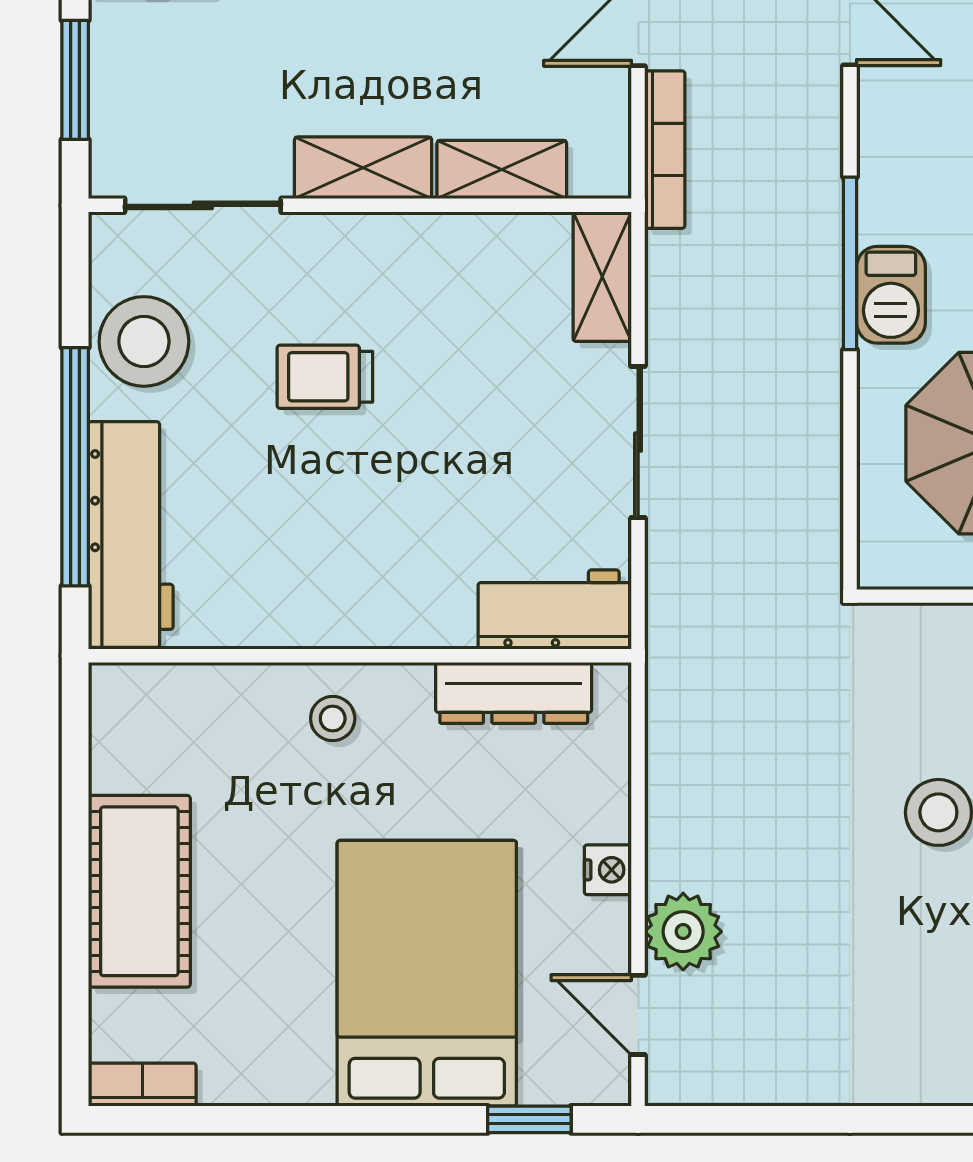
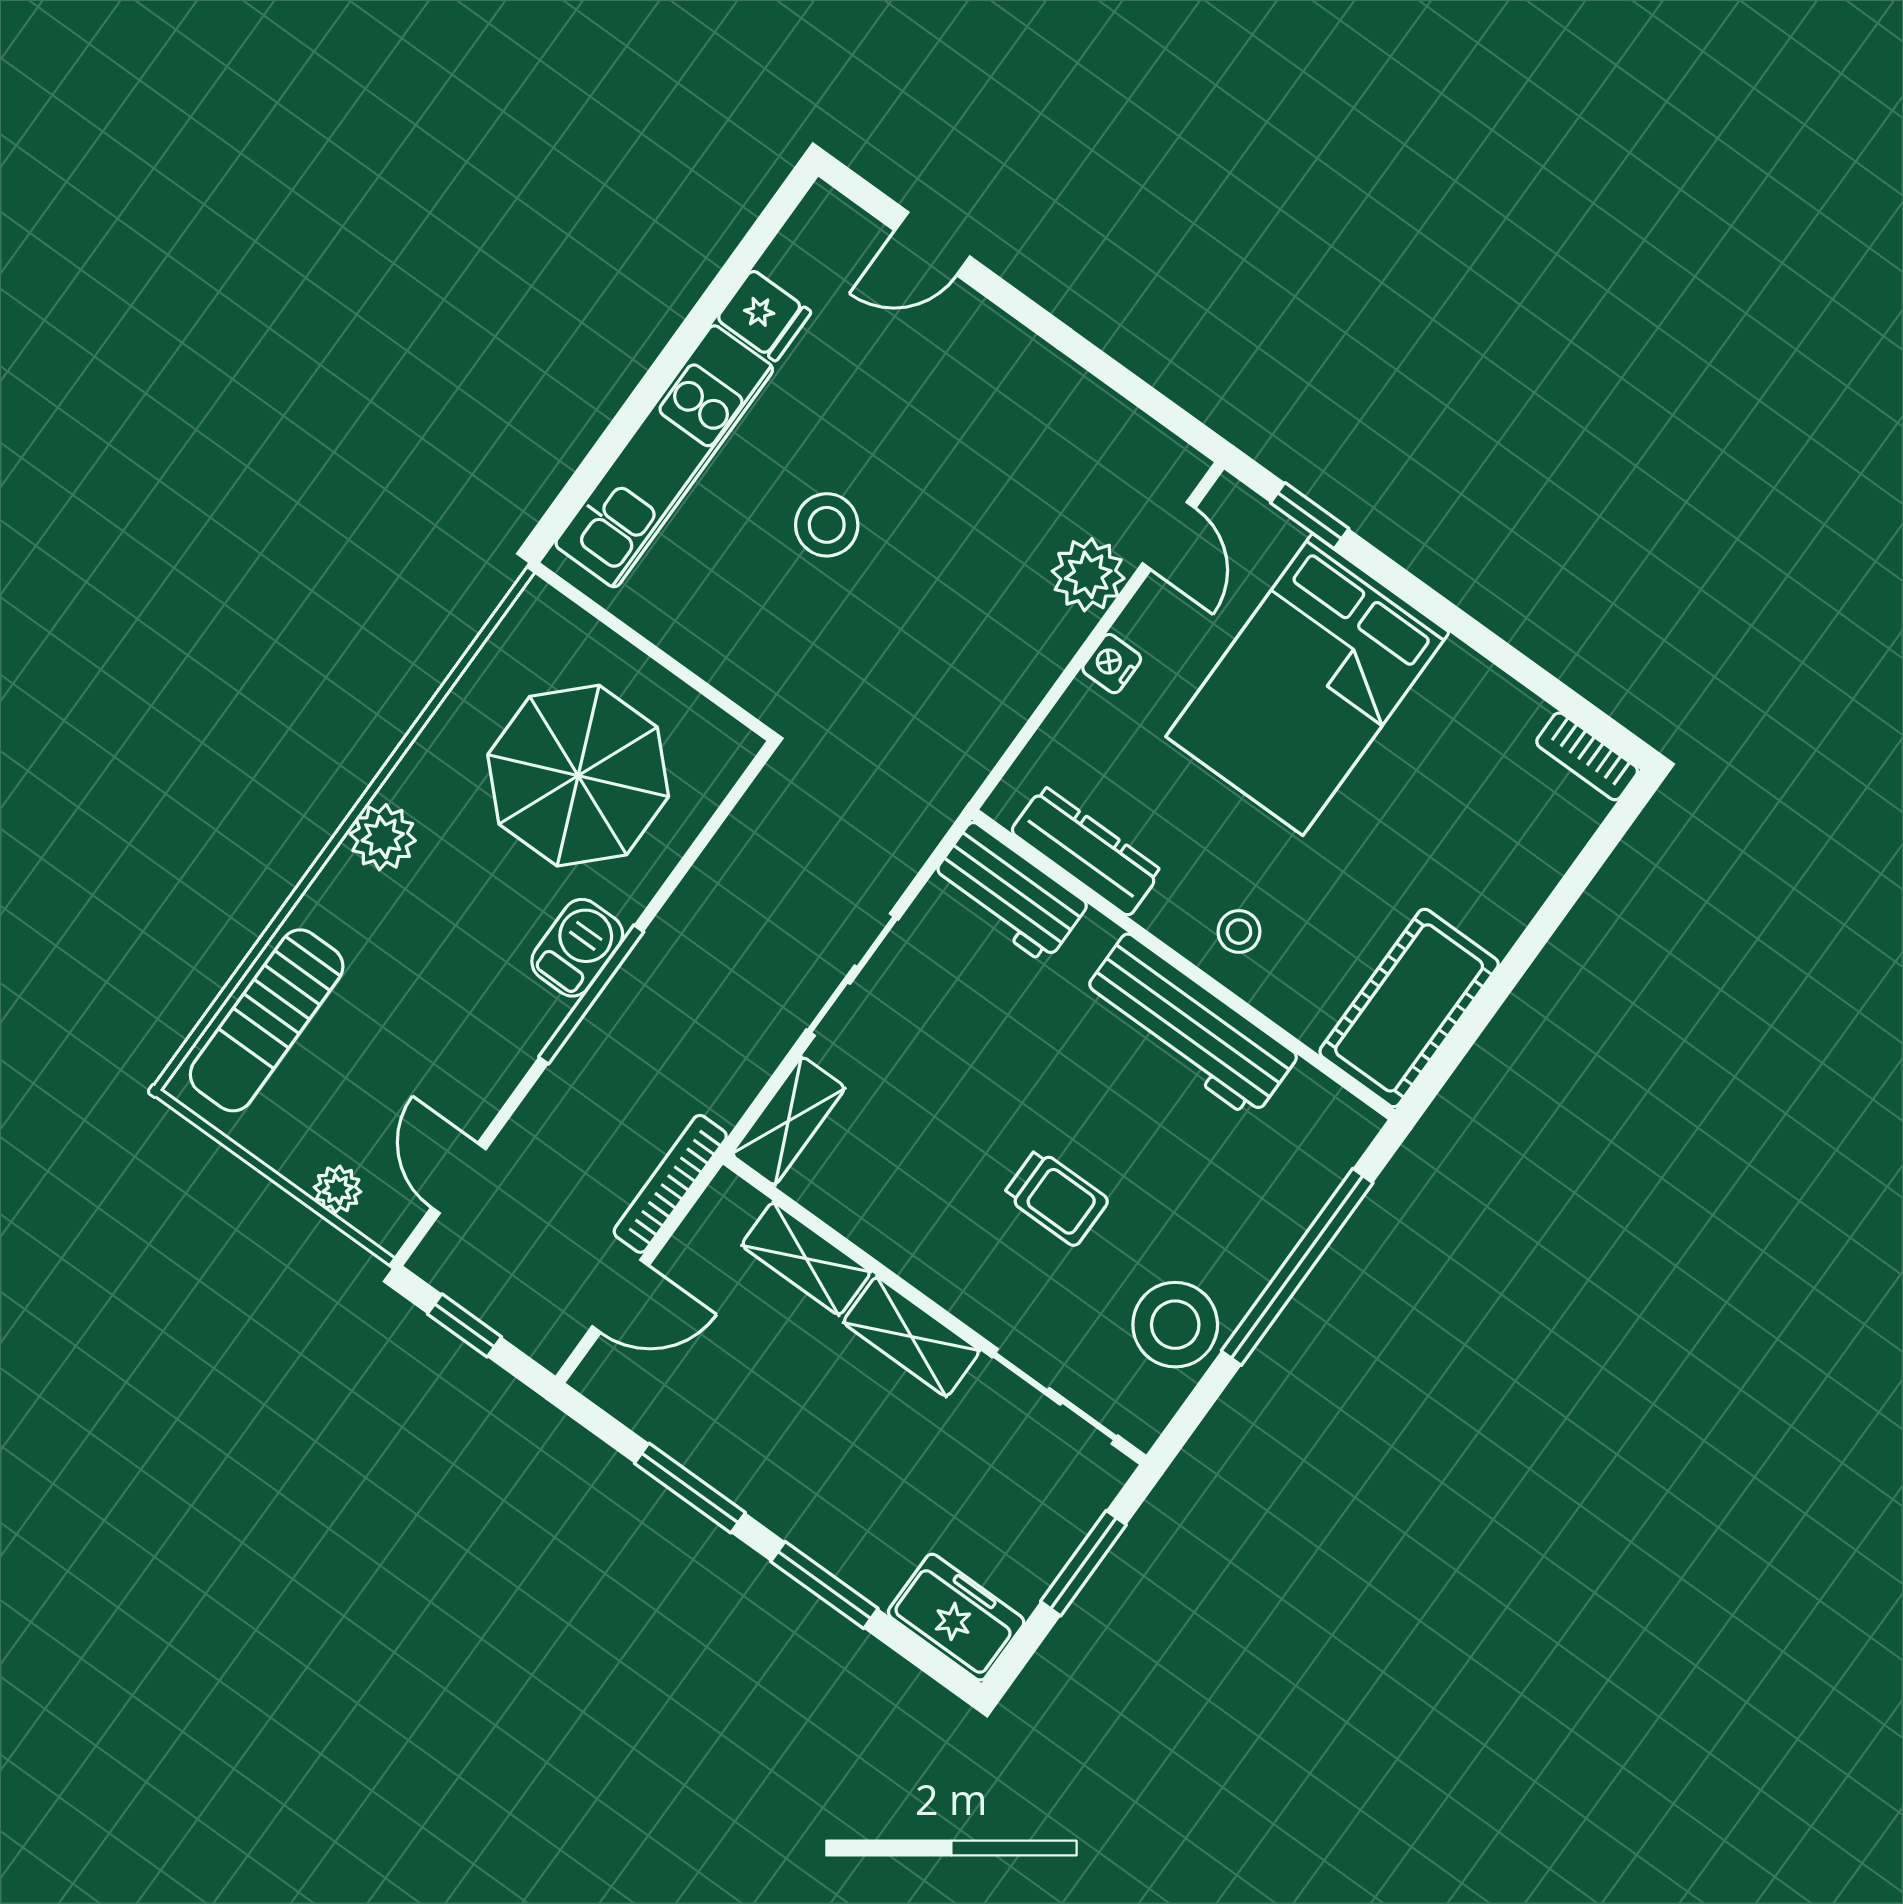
workbench: (131, 535) -> (1189, 1026), moved, turned -90
cot: (139, 891) -> (1409, 1008), moved

